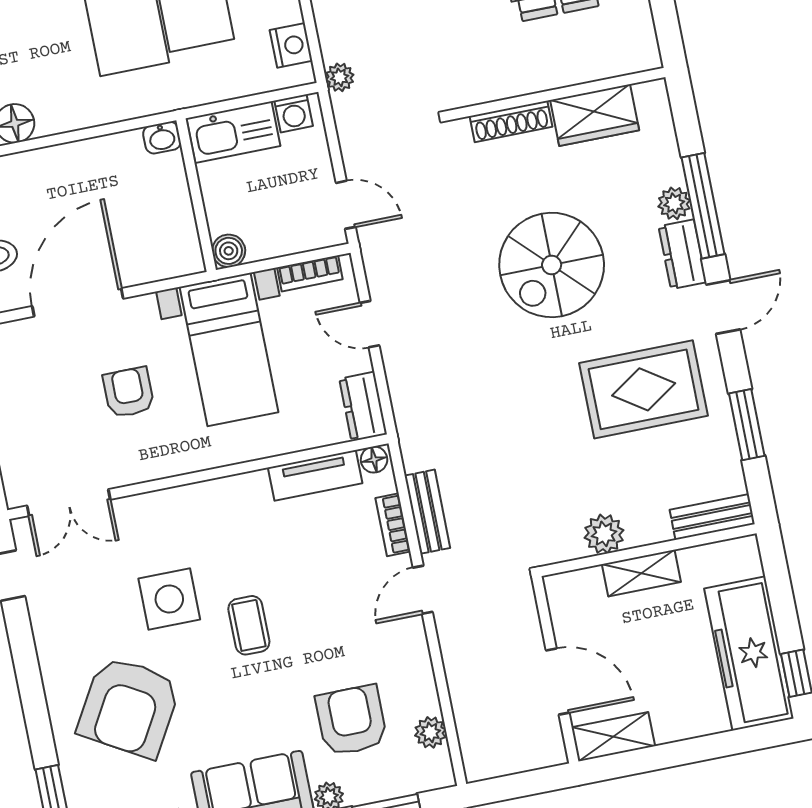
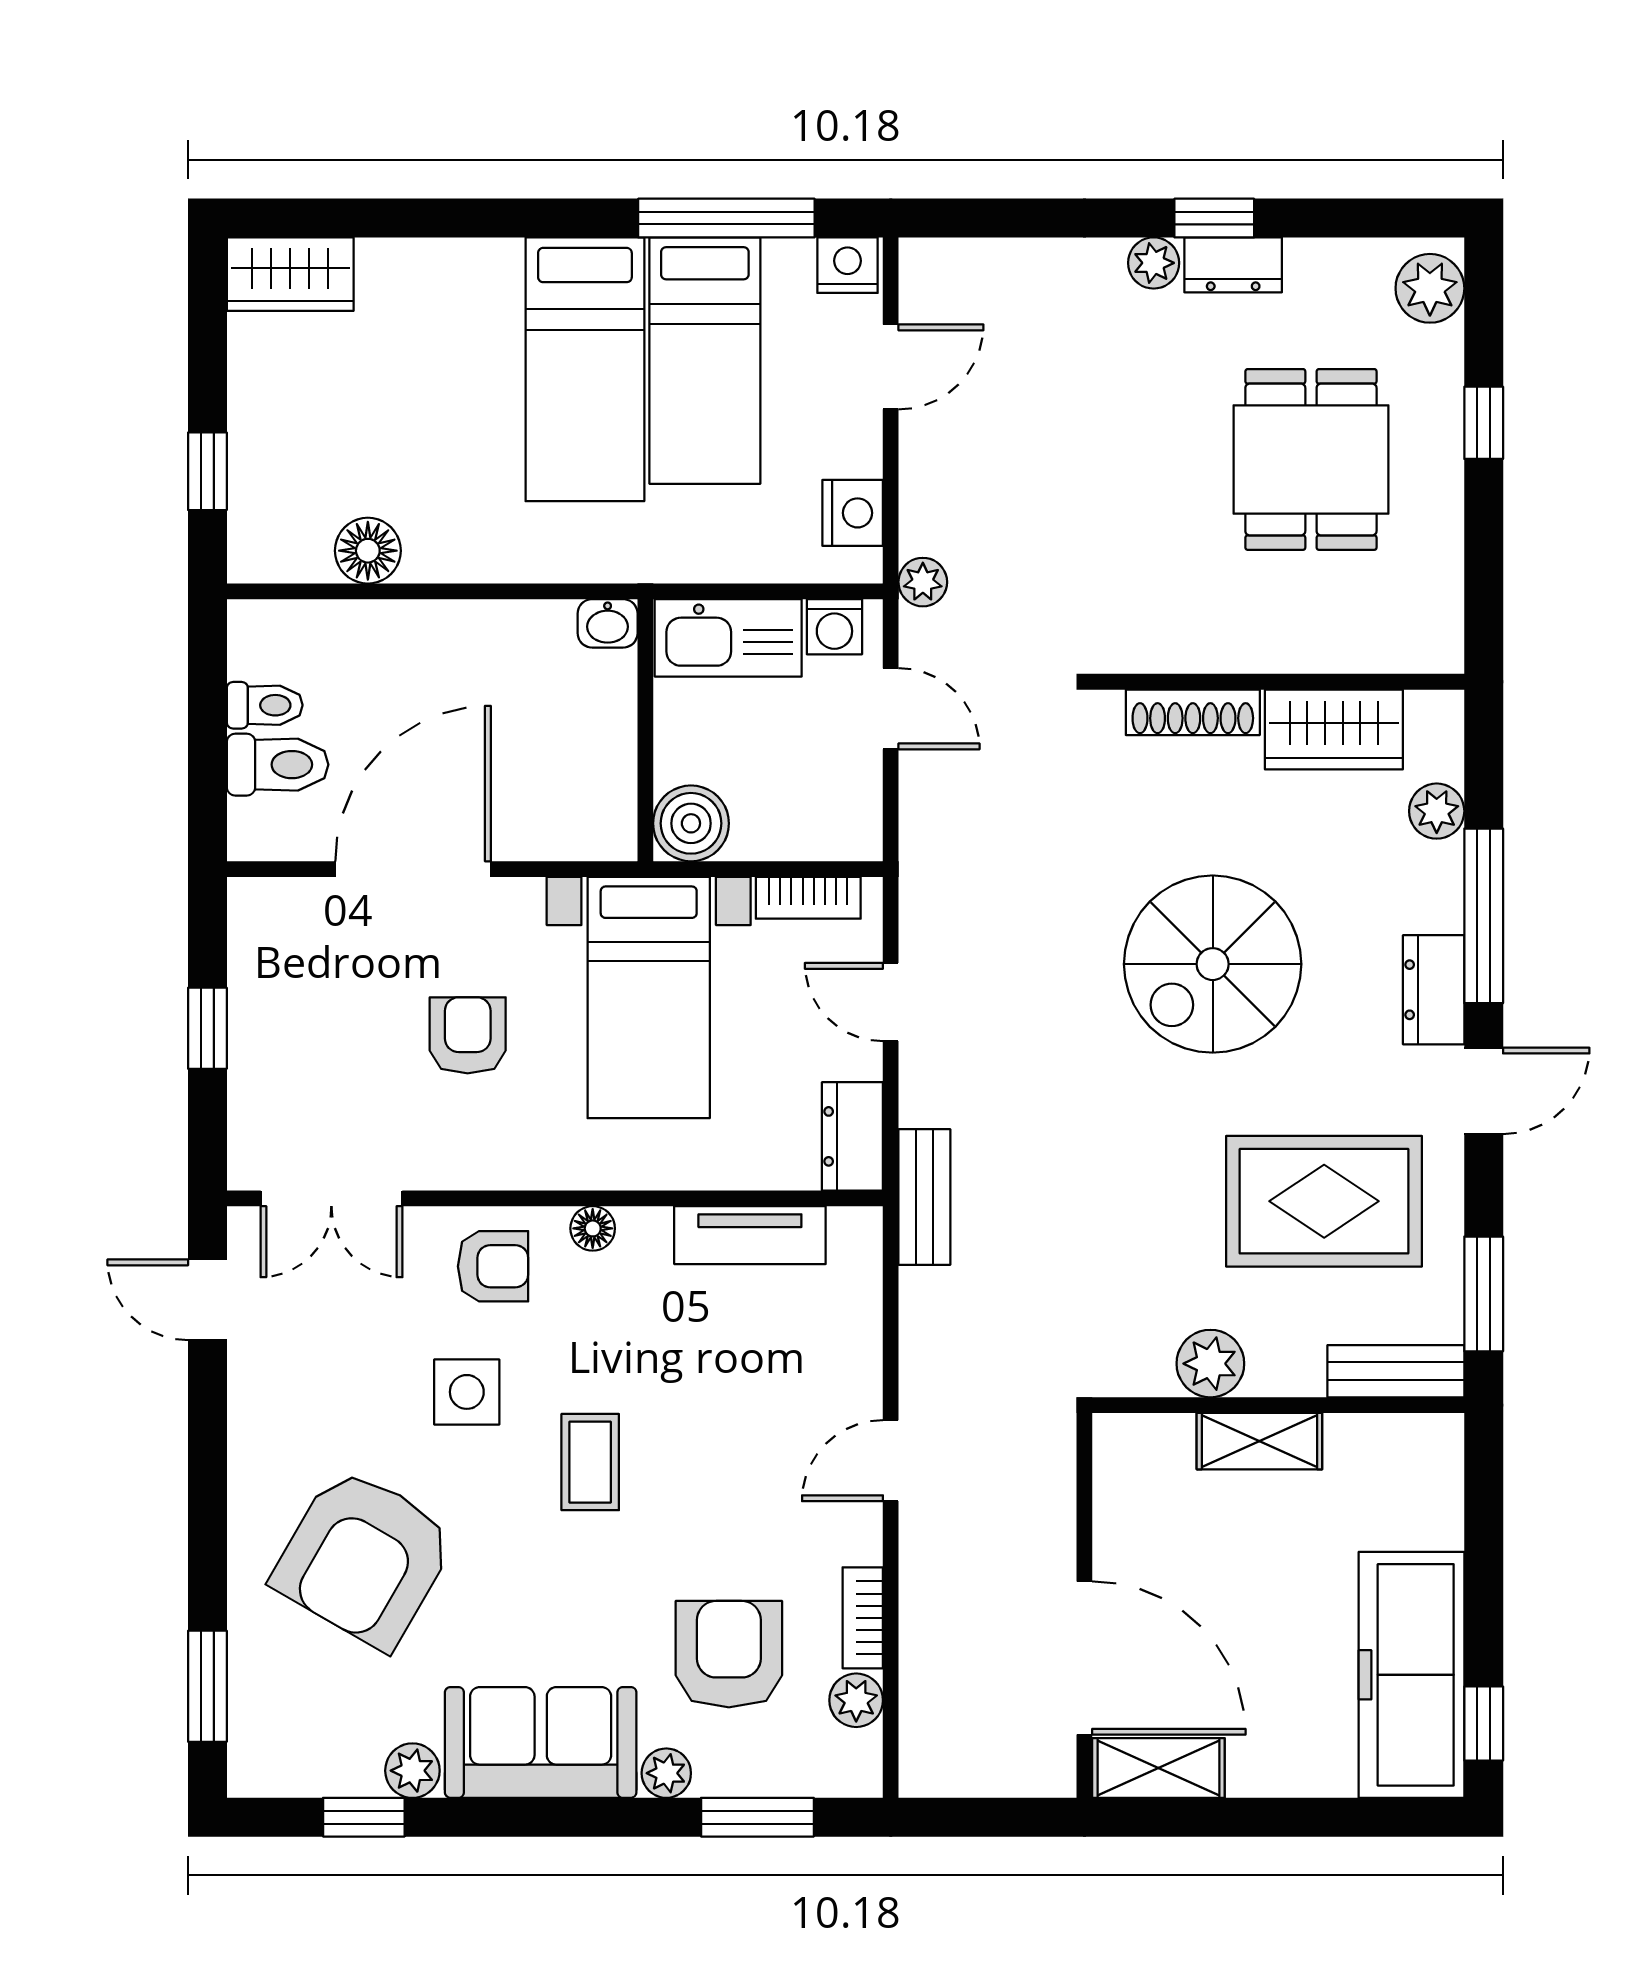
plant: (674, 203) -> (1437, 811), moved
door: (346, 205) -> (891, 709), moved
boiler: (229, 251) -> (691, 823), width x1.36, depth x1.36
floor lamp: (374, 460) -> (593, 1228), moved
bench: (427, 512) -> (924, 1197), moved
bench: (712, 517) -> (1396, 1371), moved
armchair: (170, 523) -> (493, 1266), added
bookcase: (393, 525) -> (863, 1618), moved
plant: (604, 534) -> (1210, 1364), moved
wall: (648, 550) -> (1278, 1405), moved
shelving: (641, 573) -> (1259, 1441), moved
side table: (169, 599) -> (467, 1392), width x0.73, depth x0.73
door: (558, 682) -> (1084, 1658), width x1.36

